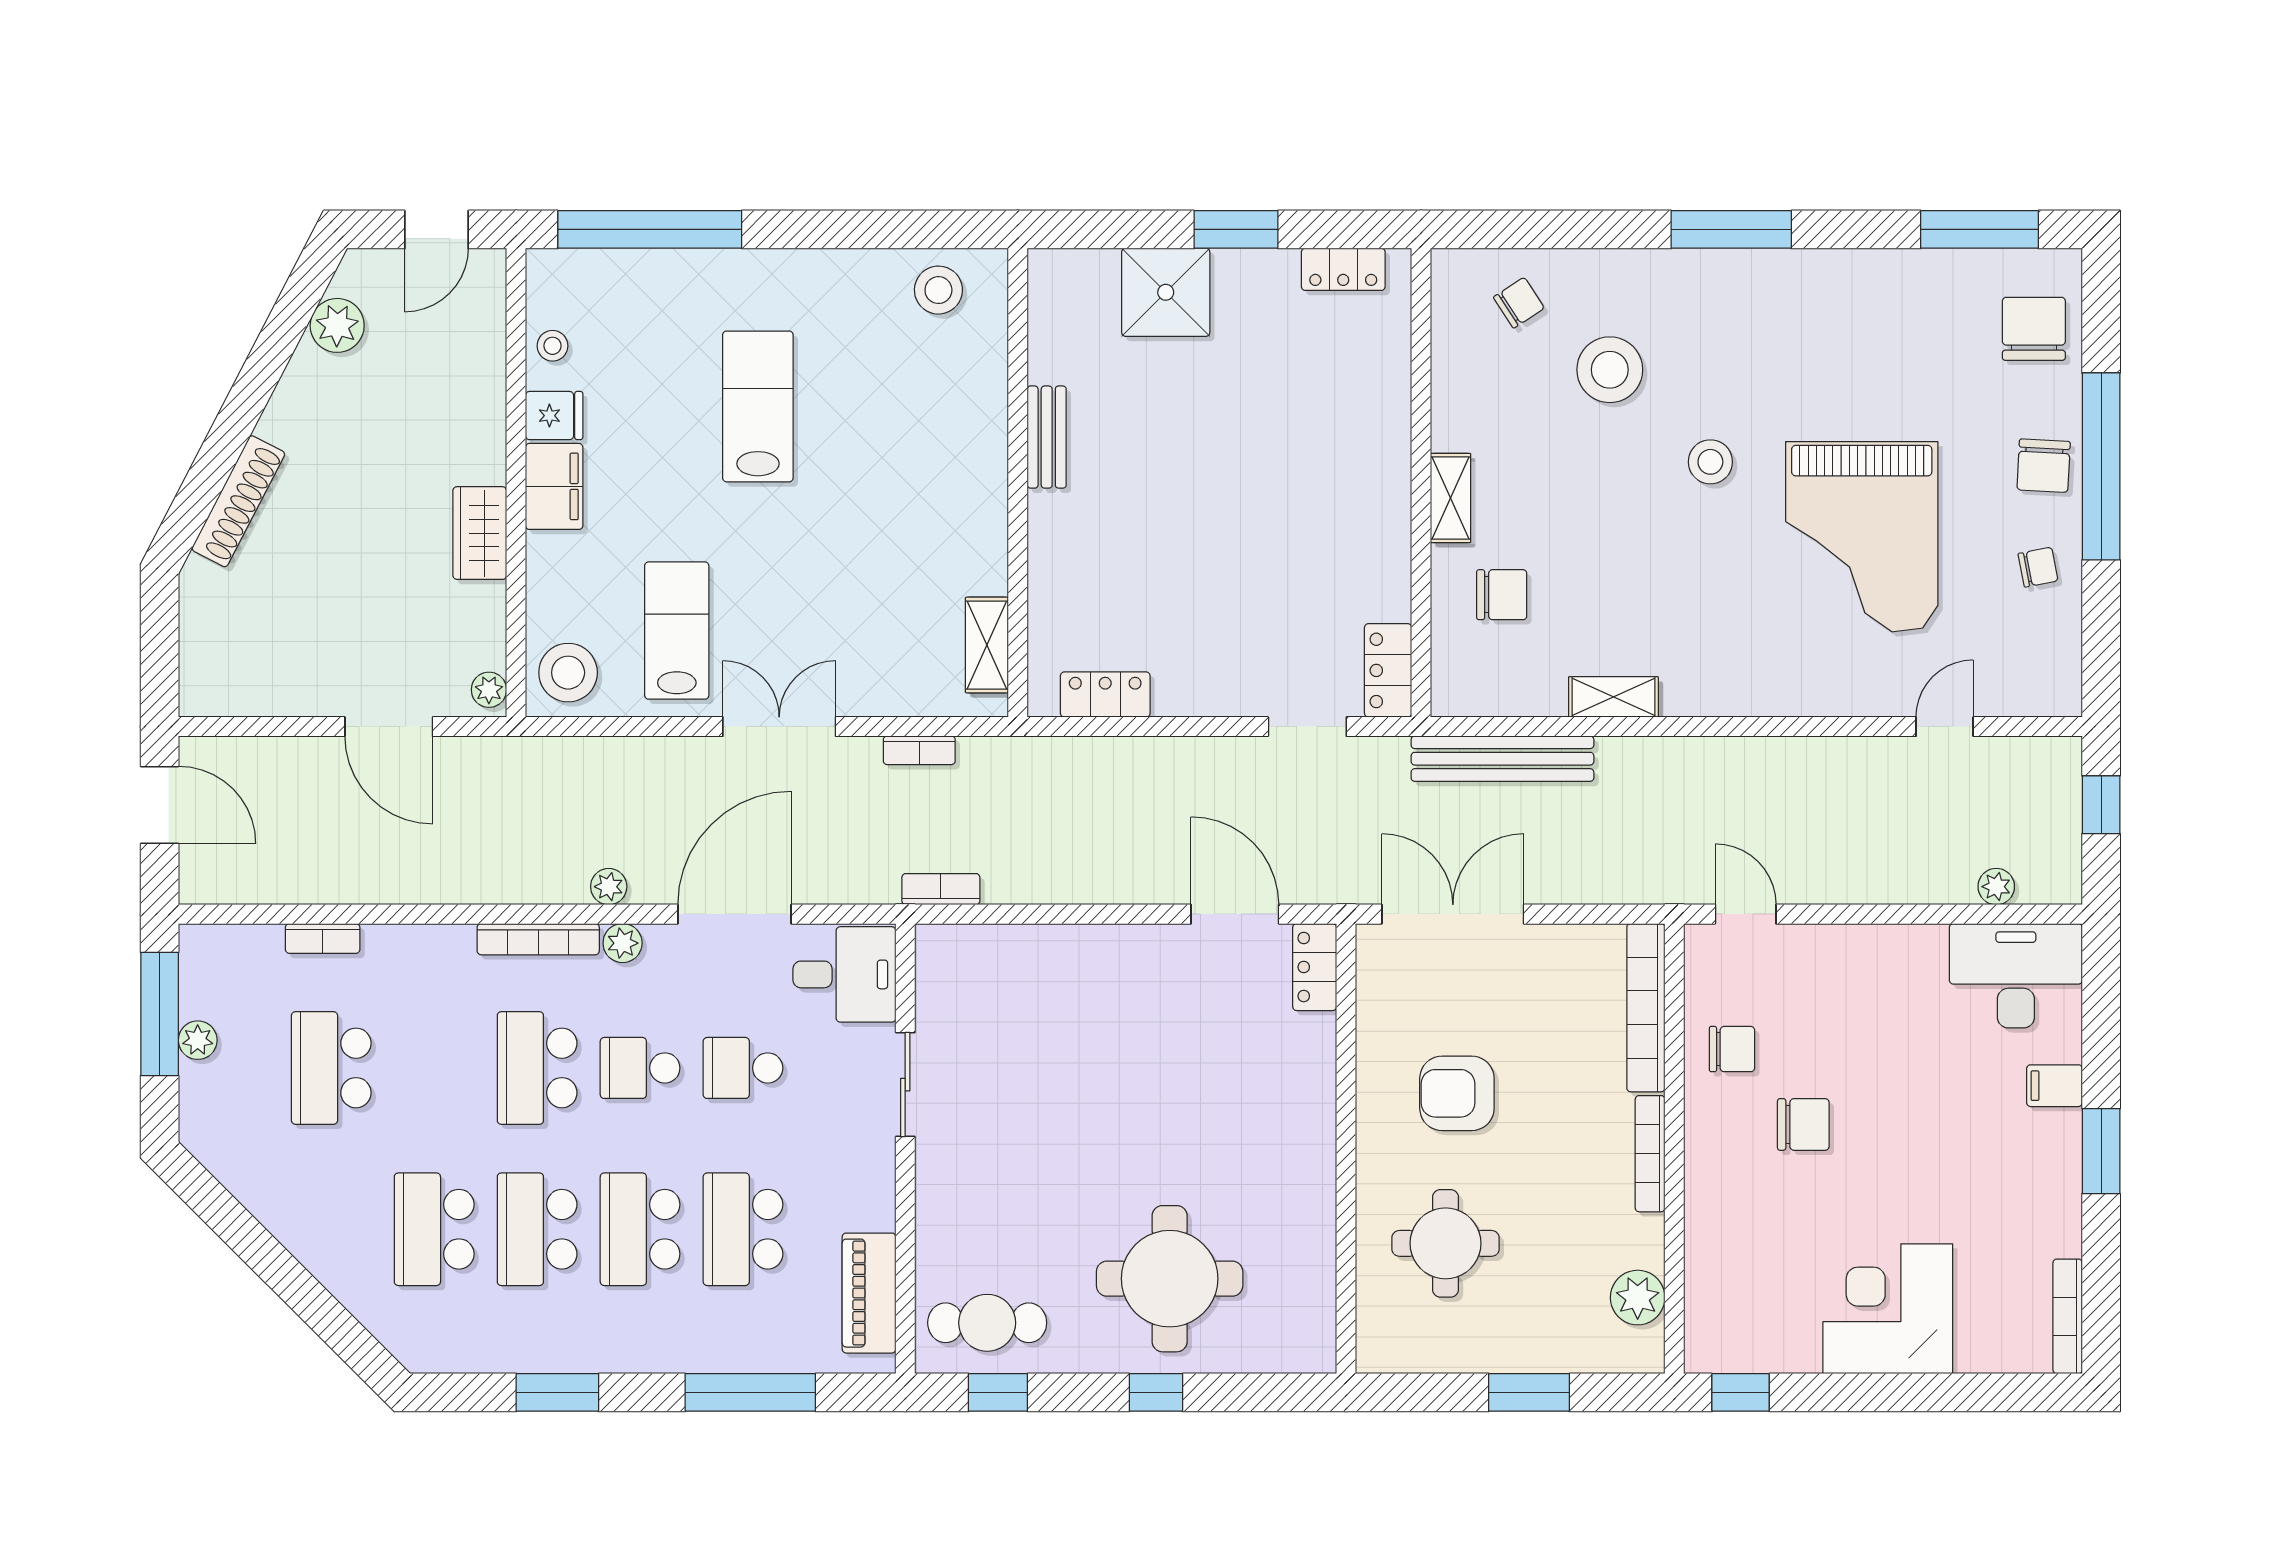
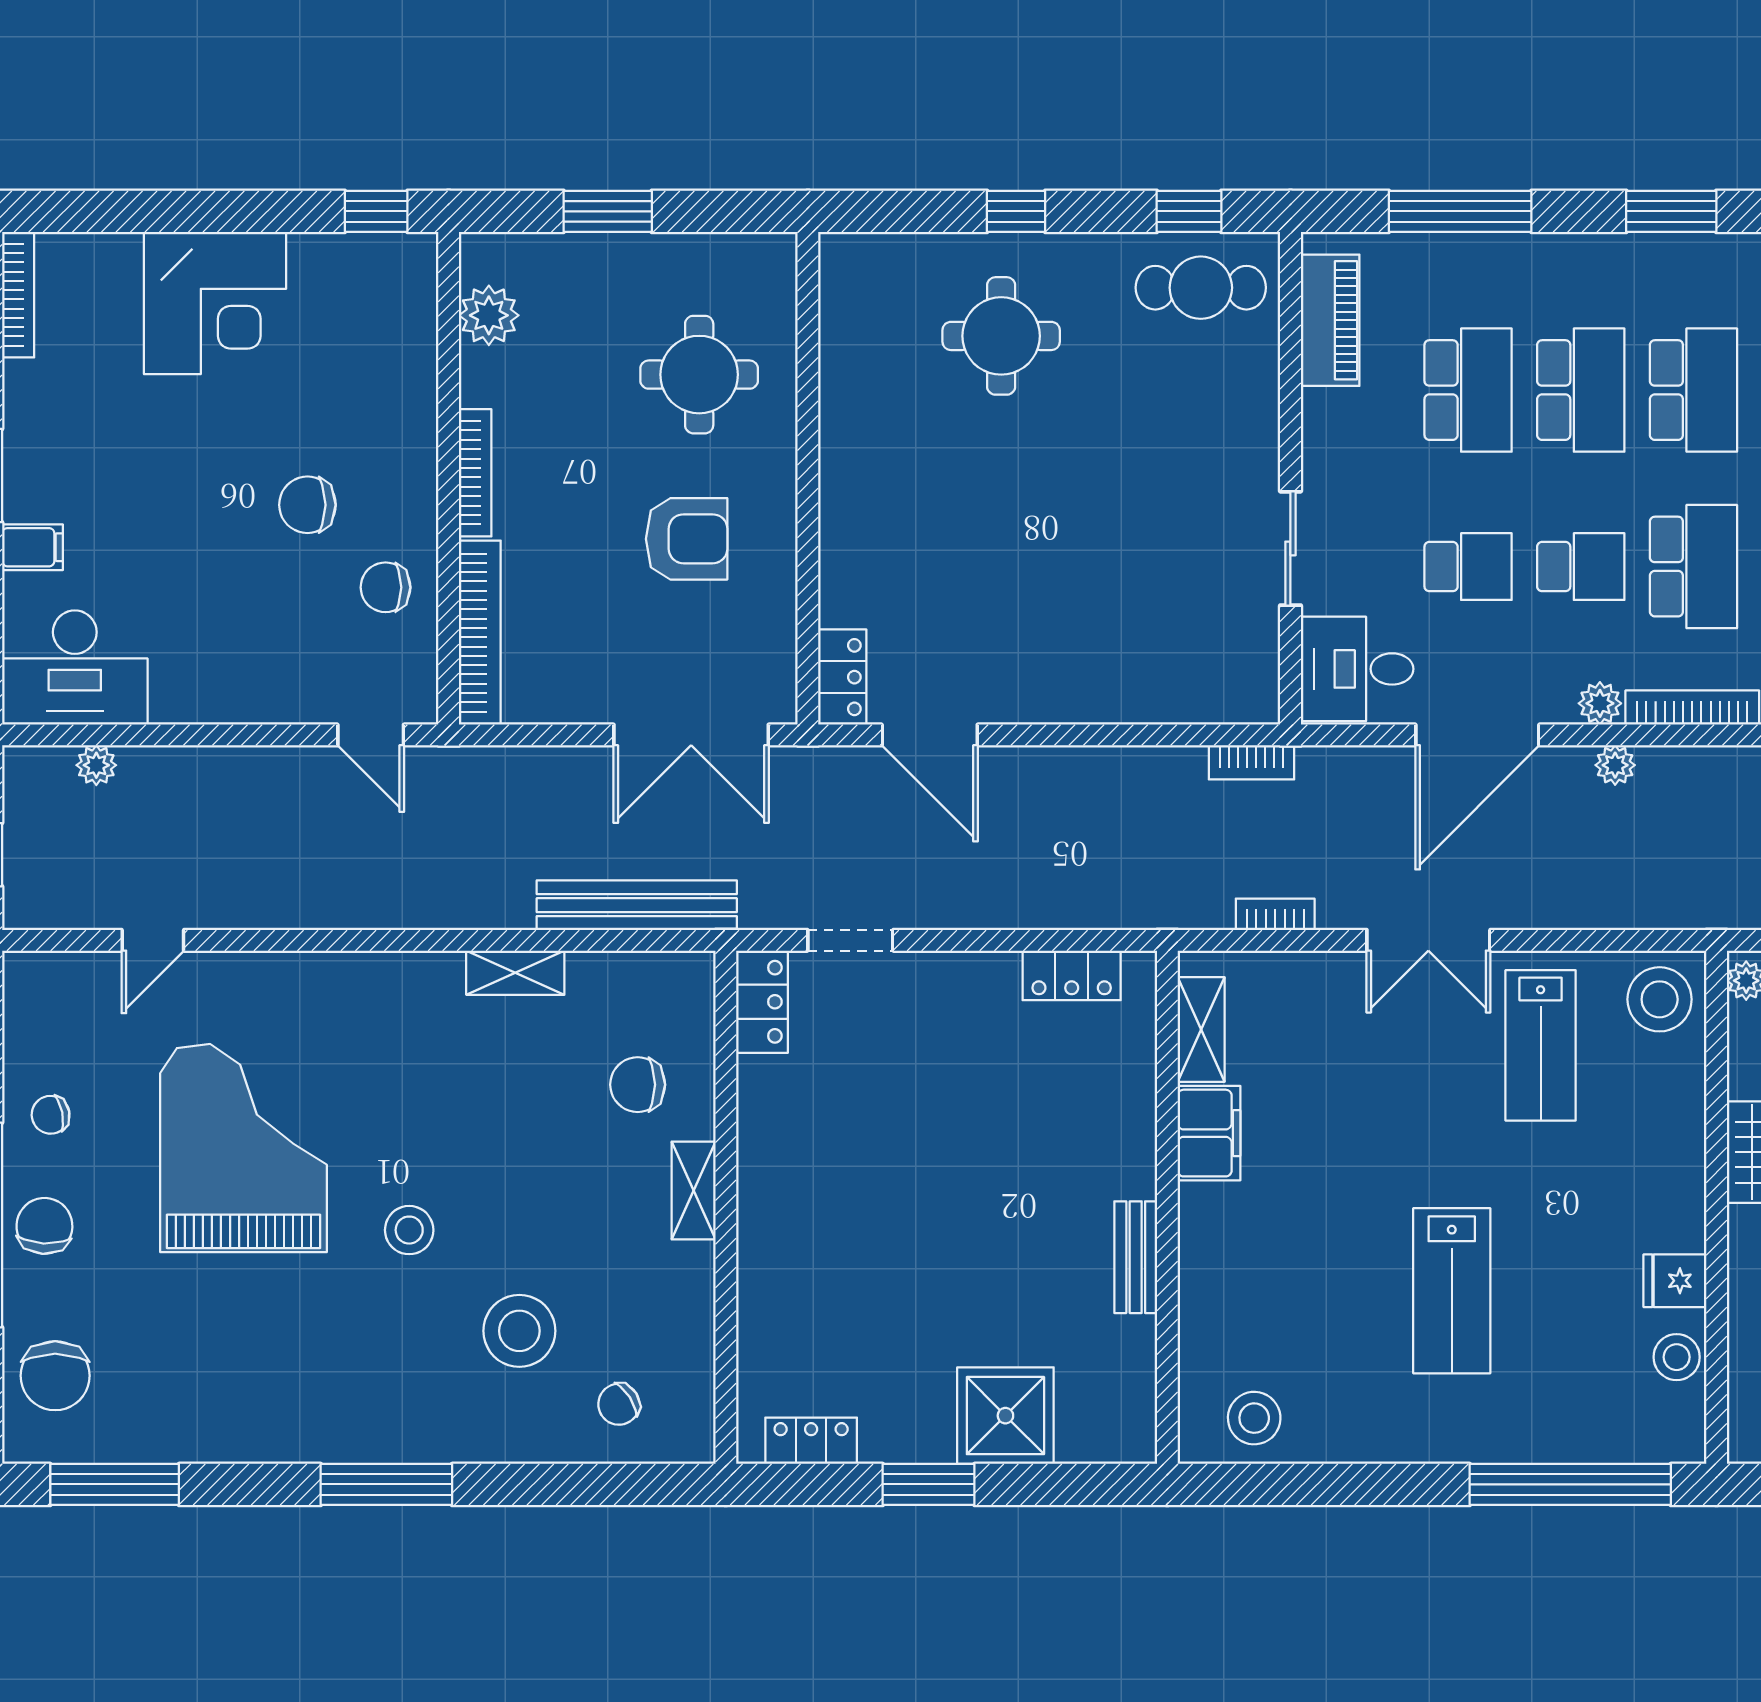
stool: (553, 346) -> (1677, 1357), width x1.37, depth x1.37
filing cabinet: (554, 486) -> (1209, 1133), moved, turned 180
round table: (1170, 1279) -> (1001, 336), width x0.73, depth x0.73

